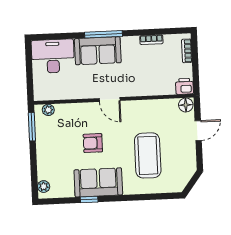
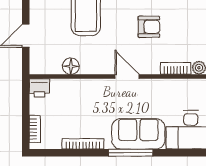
bookcase: (151, 40) -> (83, 144), width x1.56
floor lamp: (186, 105) -> (71, 66), moved
bookcase: (68, 108) -> (176, 68), added

